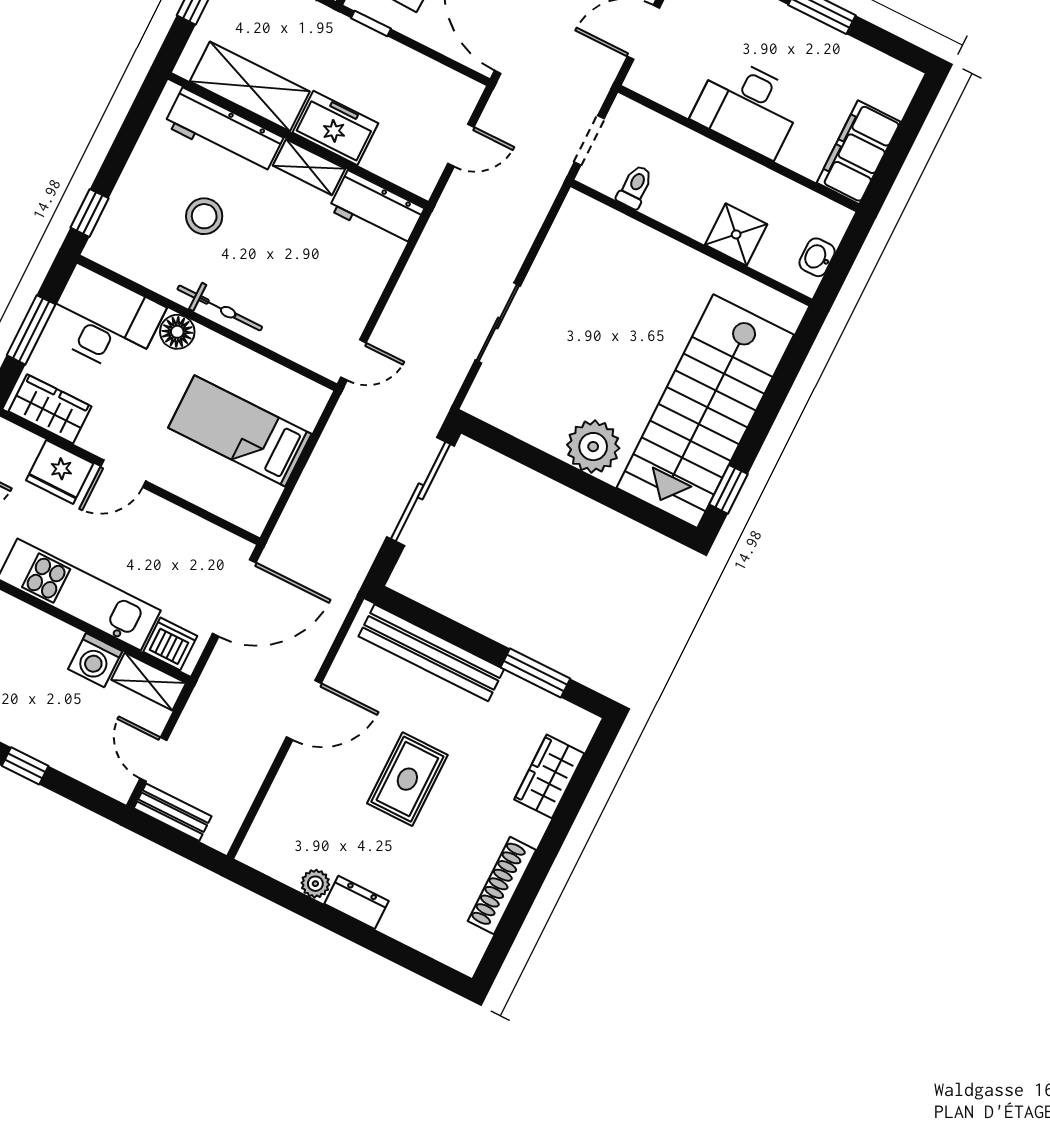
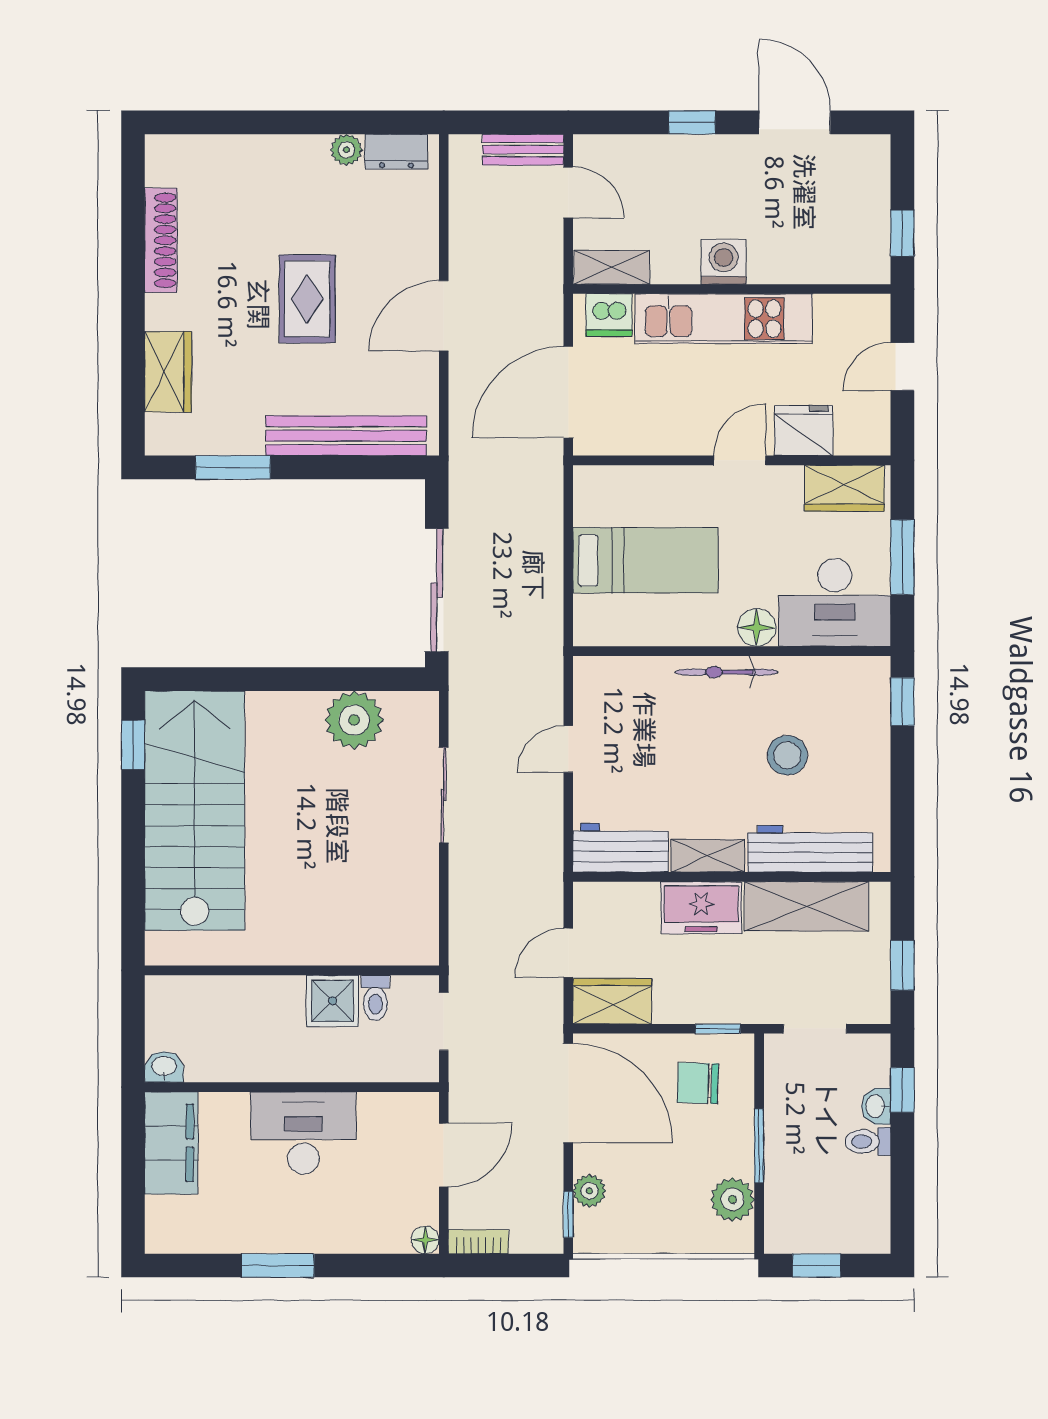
wardrobe: (445, 88) -> (612, 1001), added
shower: (736, 234) -> (332, 1001), moved
washbasin: (817, 257) -> (164, 1067), moved, turned -90
door: (353, 360) -> (568, 749), moved
plant: (593, 447) -> (354, 720), moved
washing machine: (95, 660) -> (724, 262), moved
dresser: (356, 902) -> (396, 152), moved

